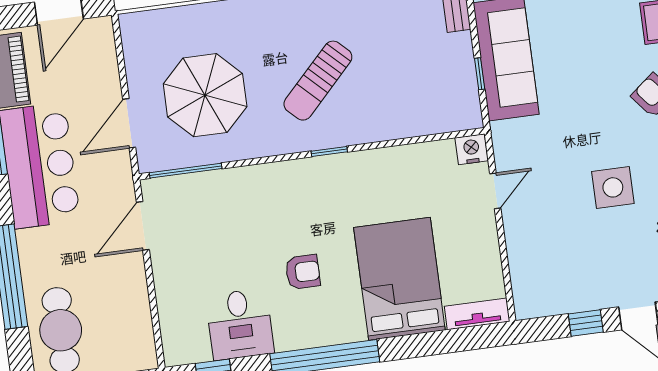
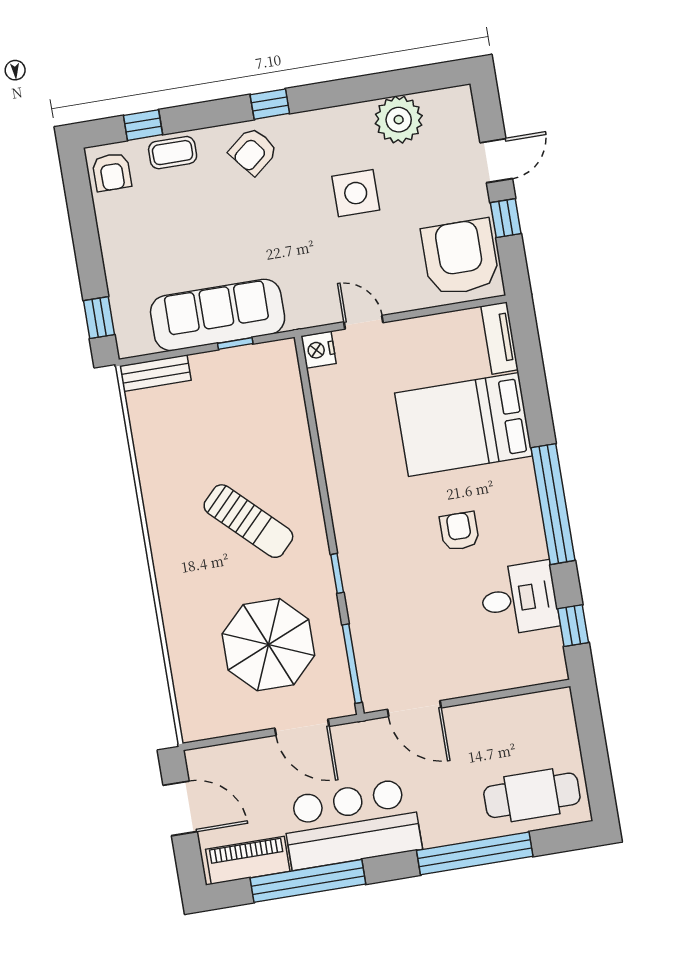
window: (329, 151) -> (337, 573), moved
armchair: (552, 281) -> (460, 257), added

